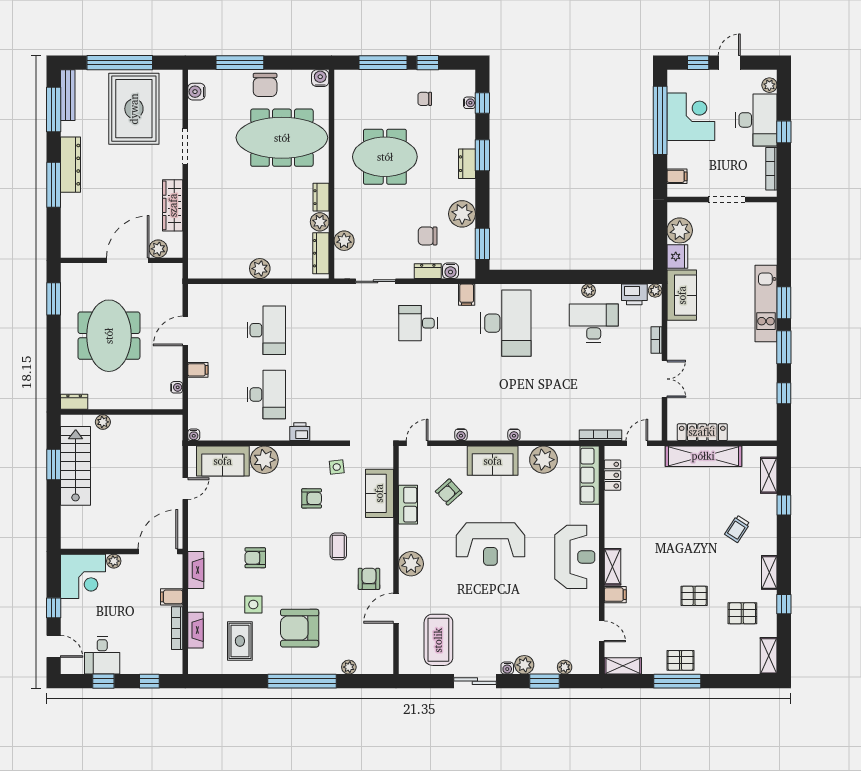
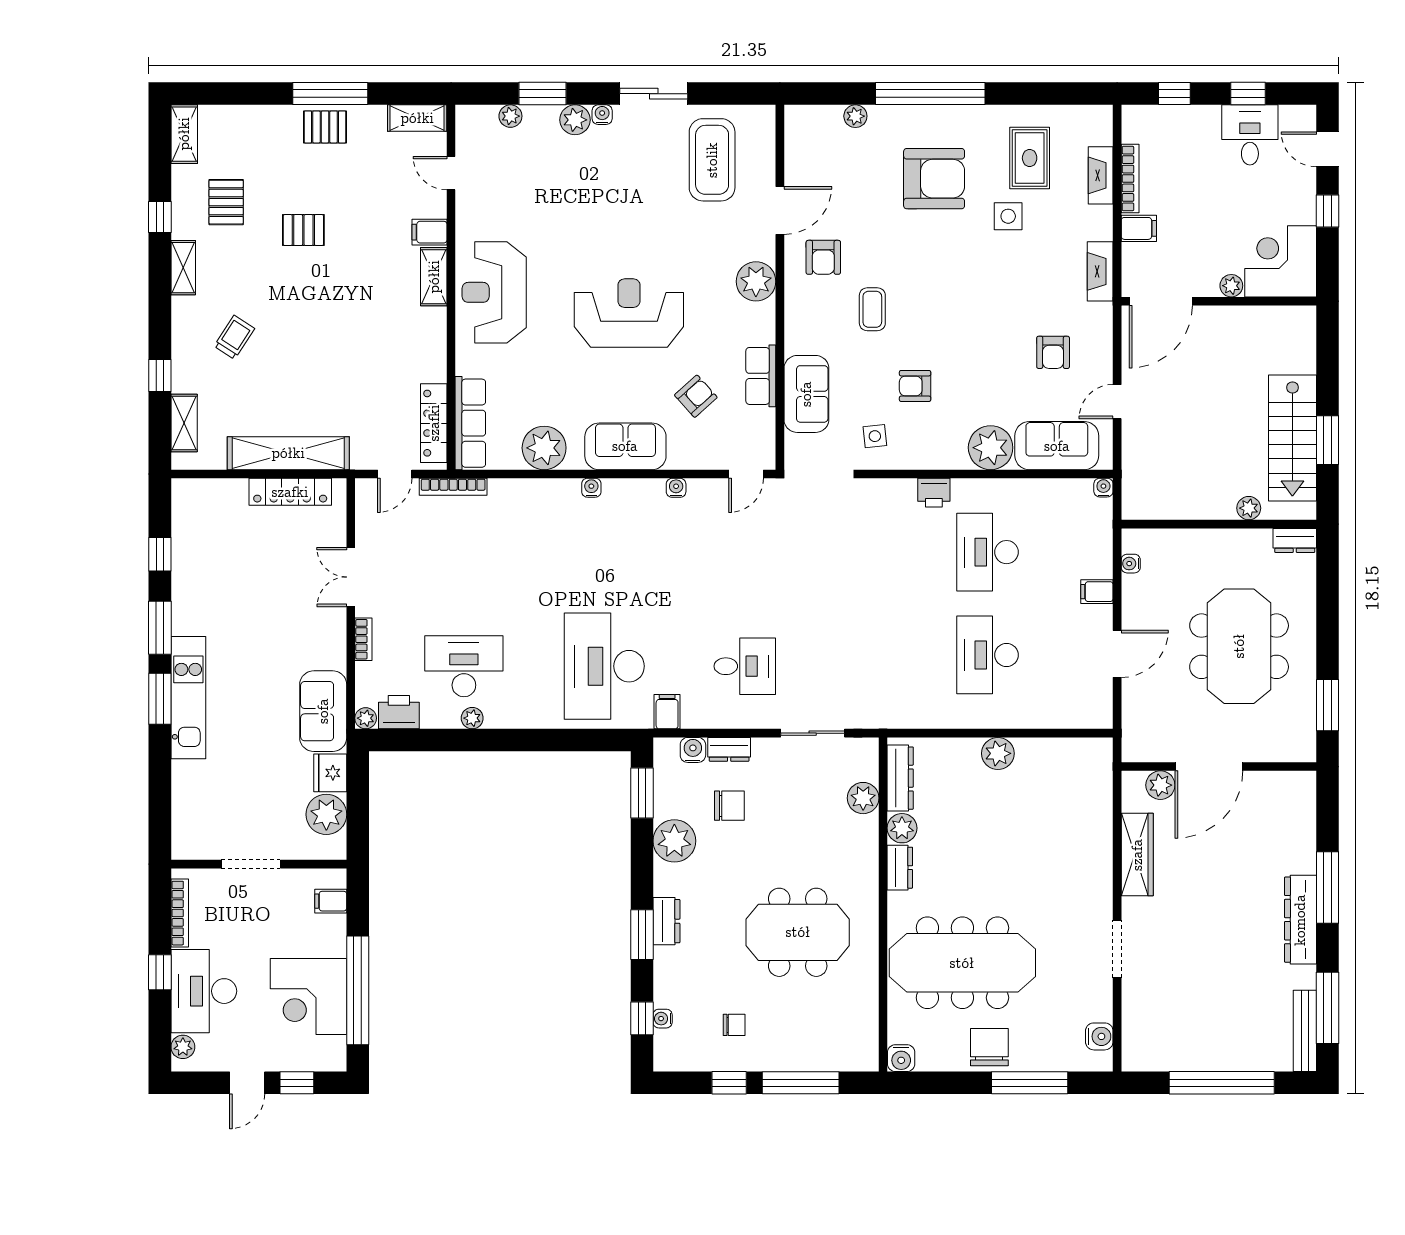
rug: (134, 109) -> (1199, 1009), removed
desk: (594, 323) -> (464, 666), turned 180
locker: (612, 475) -> (434, 423), width x1.53
armchair: (255, 558) -> (1053, 352), moved, turned 90
pallet: (742, 613) -> (226, 202), turned 90

